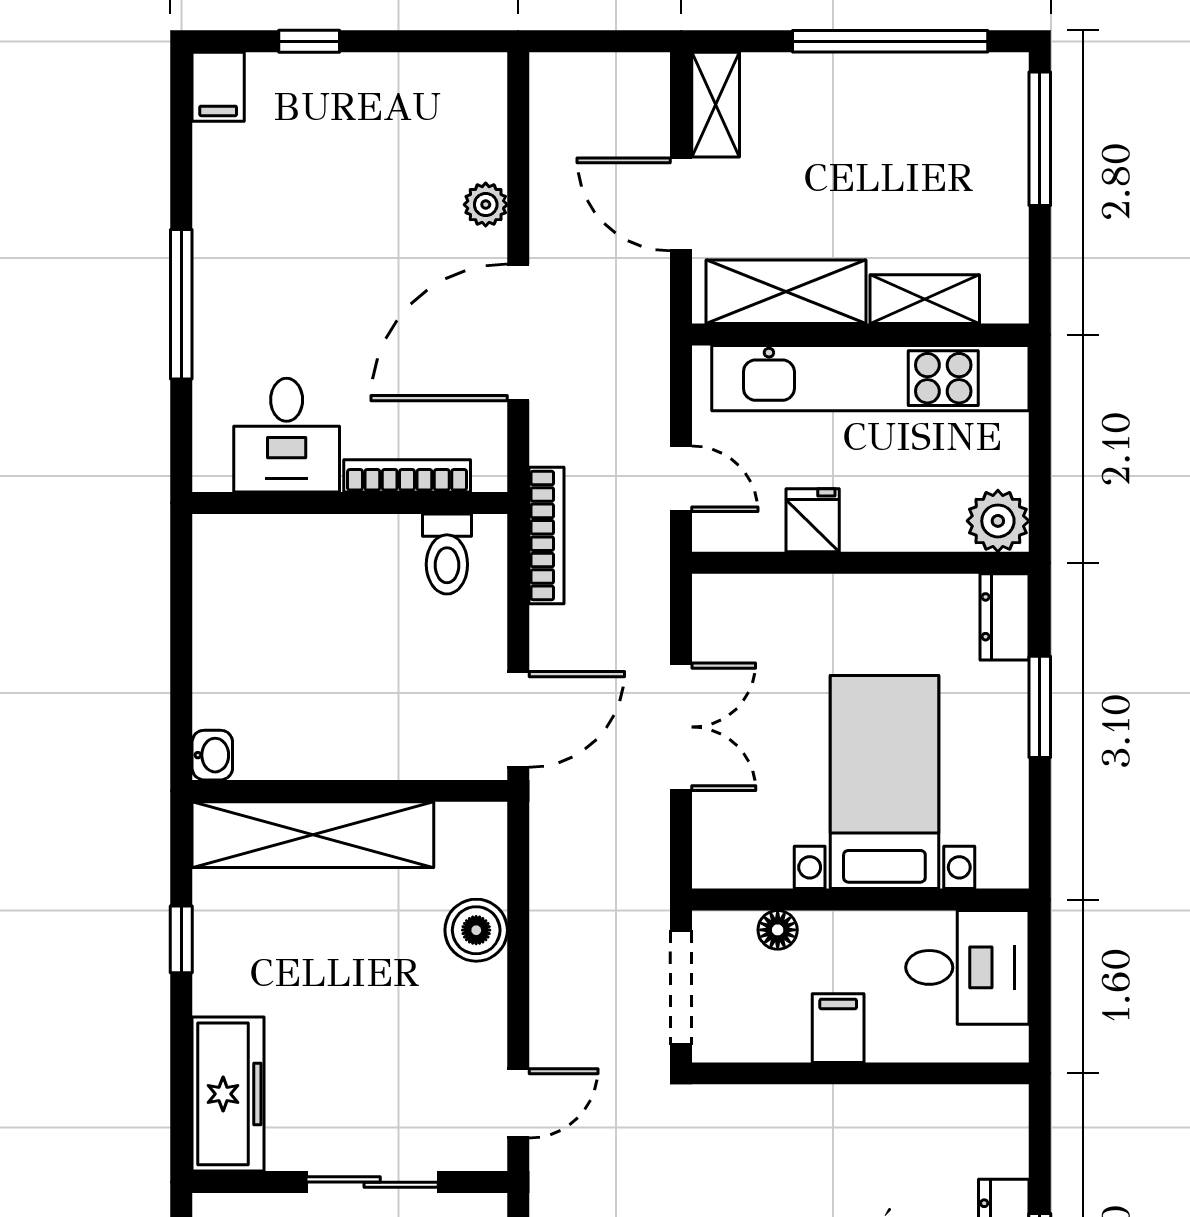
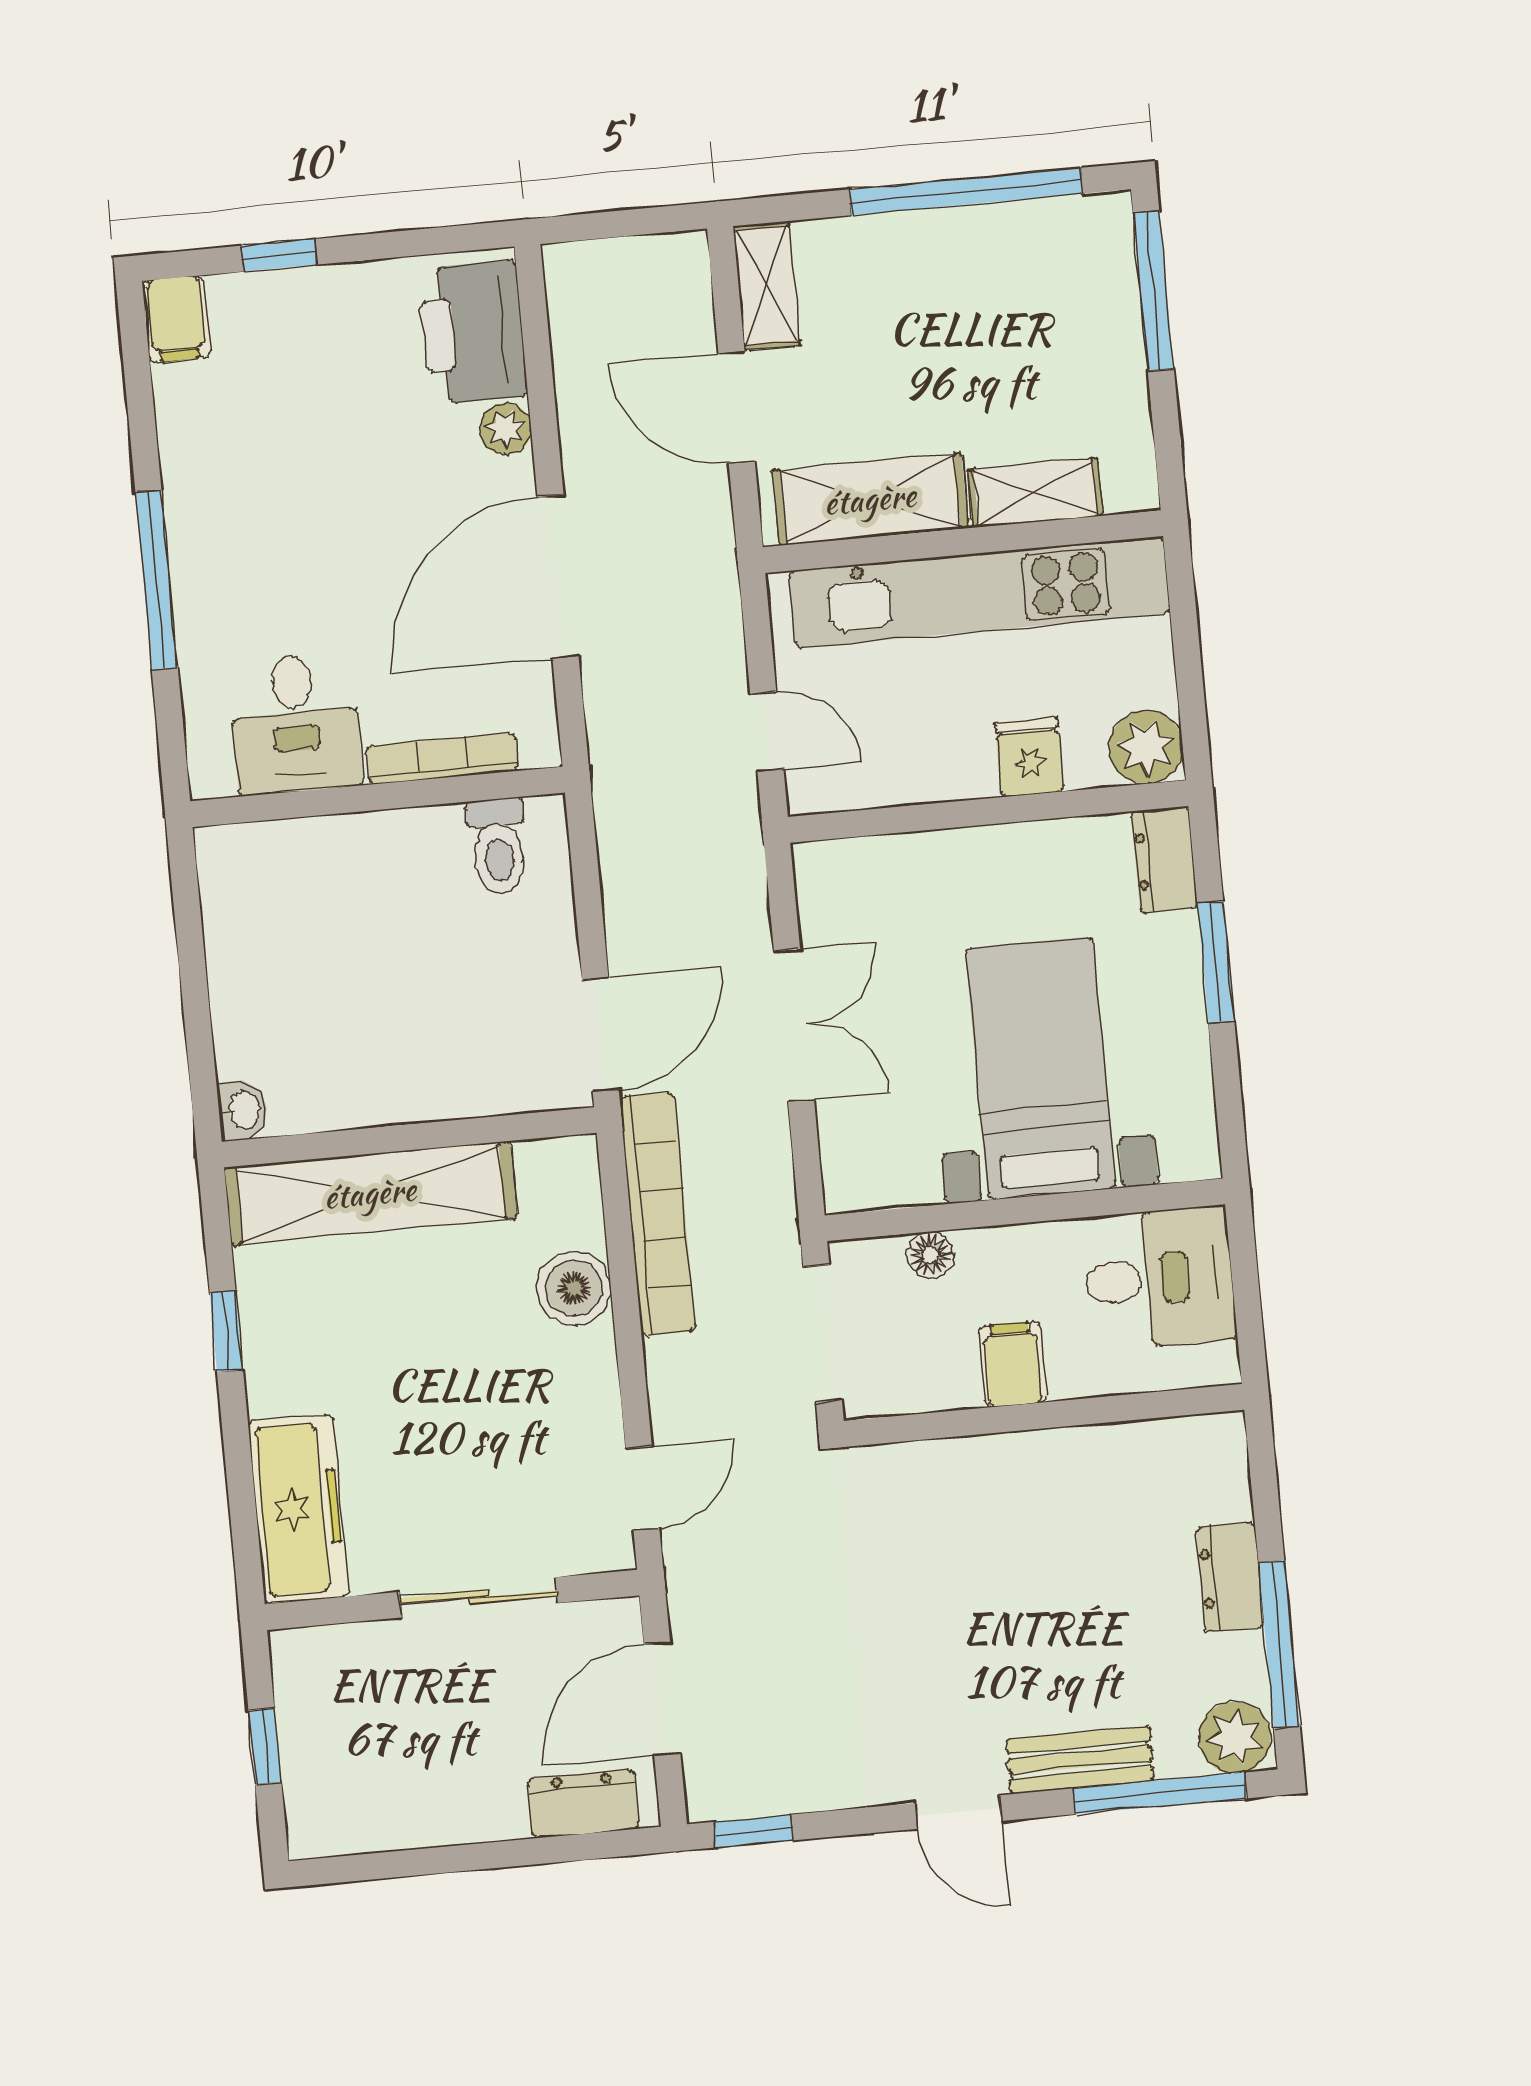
printer: (466, 121) -> (473, 332), added
fridge: (813, 520) -> (1029, 757), moved
bookcase: (546, 535) -> (658, 1214), moved, width x1.48, depth x1.31

